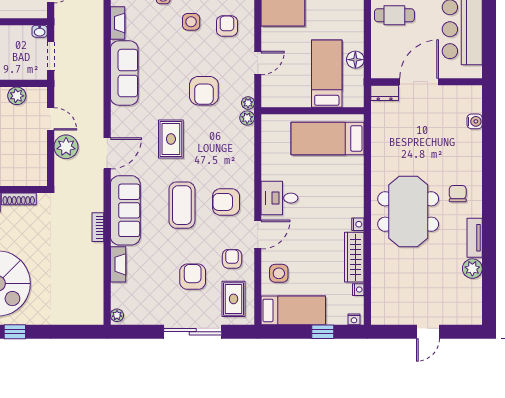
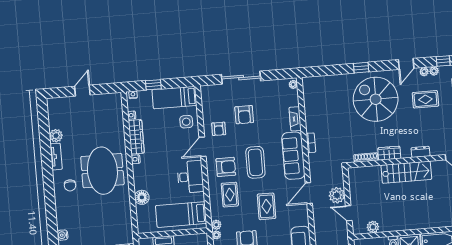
bed: (327, 138) -> (181, 215), moved, turned 180
floor lamp: (353, 167) -> (142, 197), added
desk: (280, 198) -> (190, 177), width x1.37
rug: (234, 299) -> (230, 195), moved

